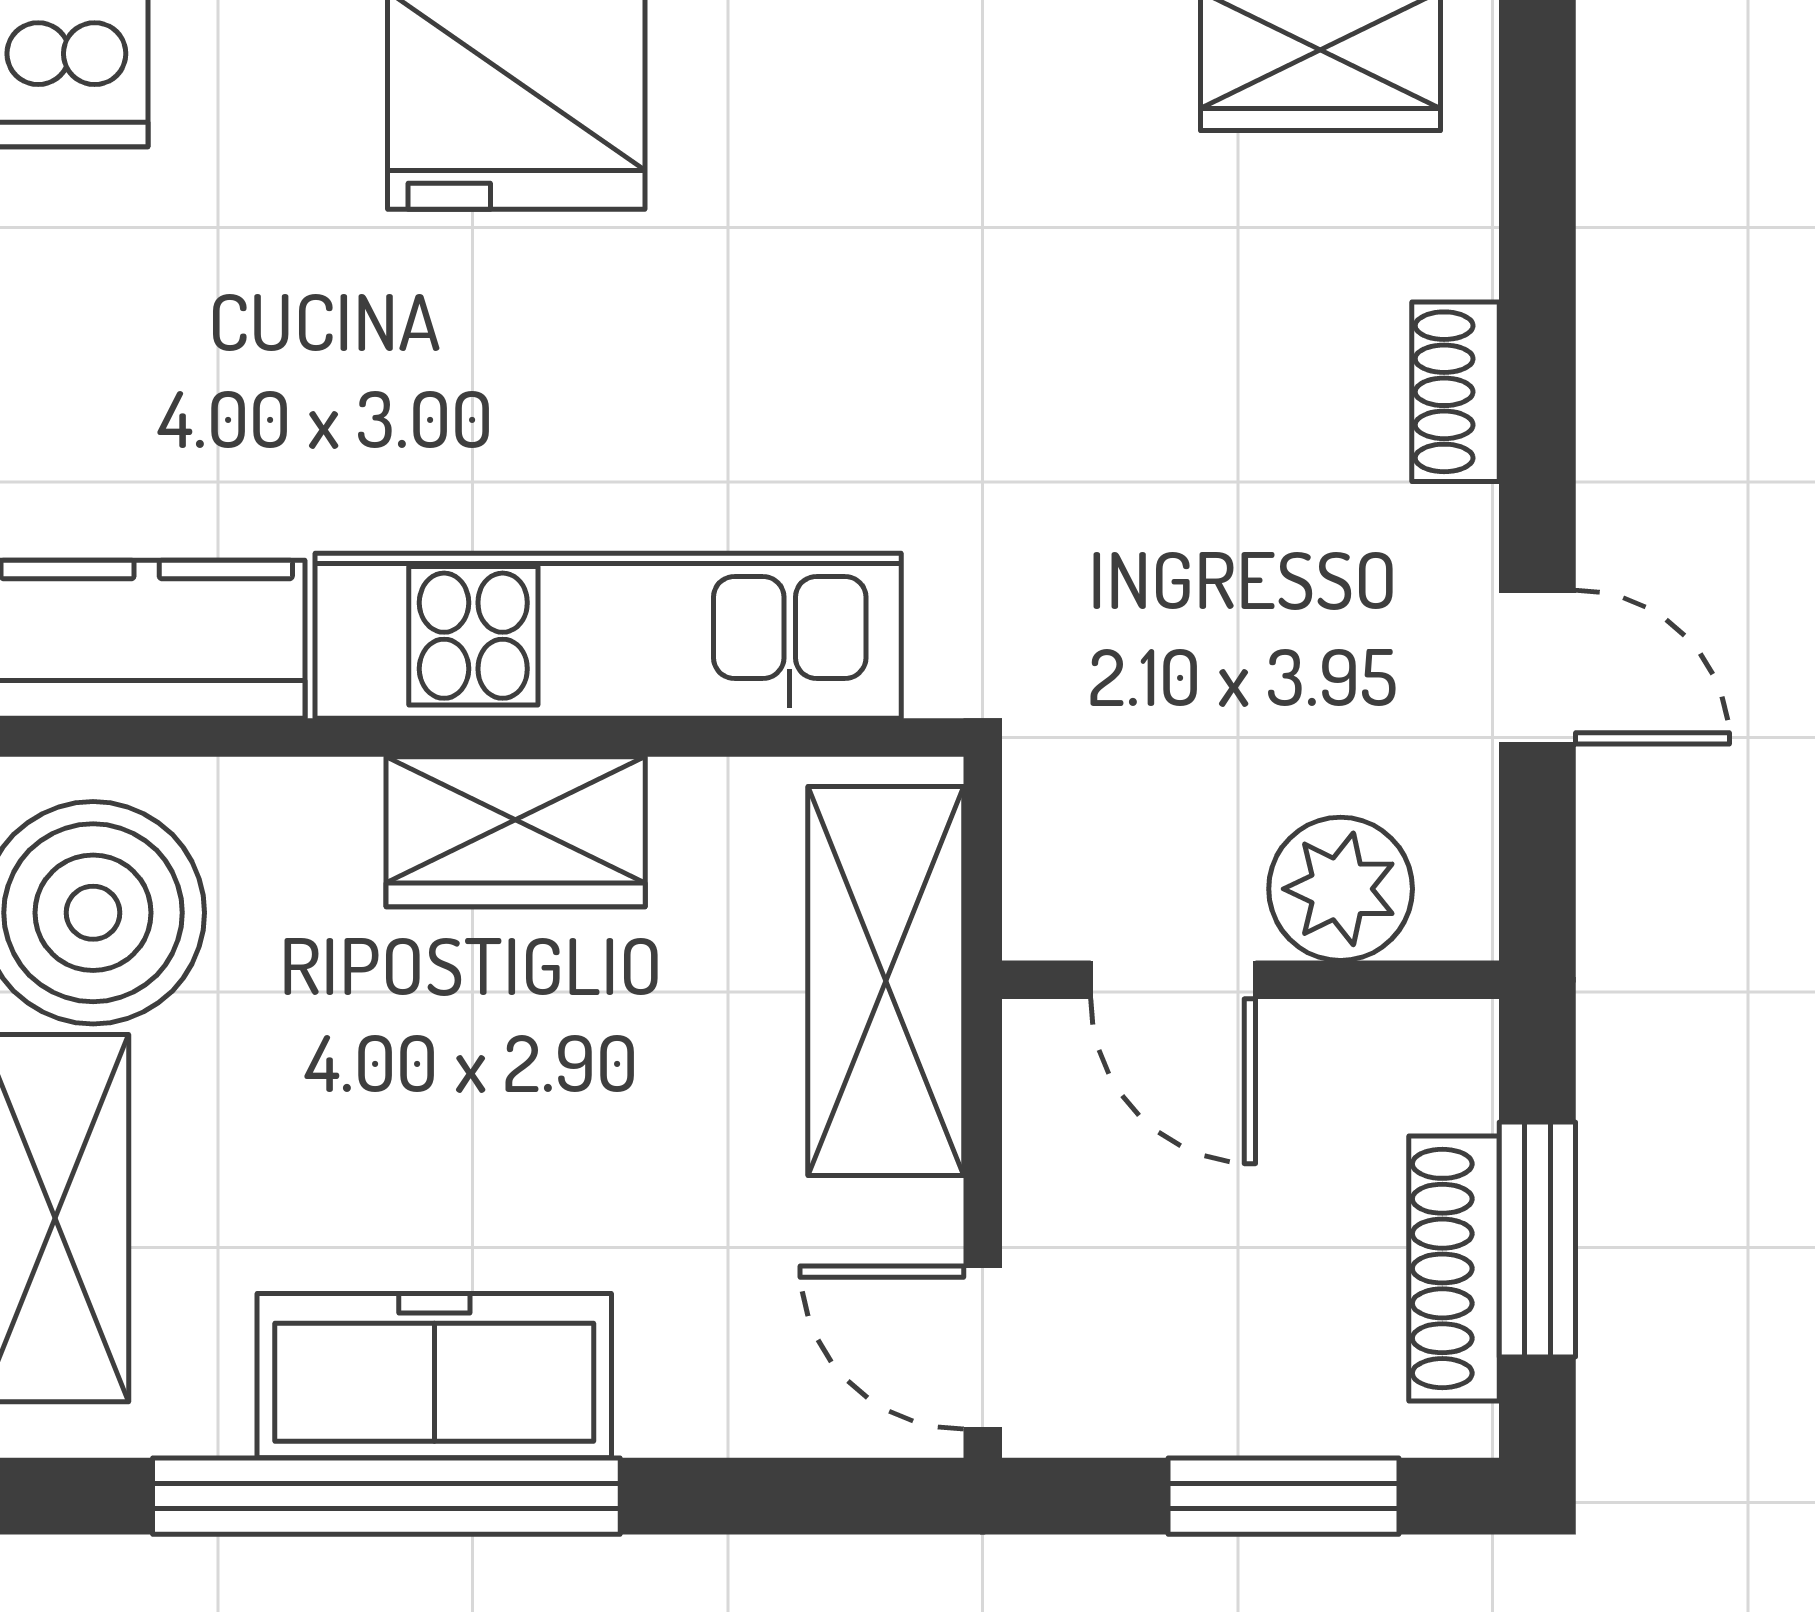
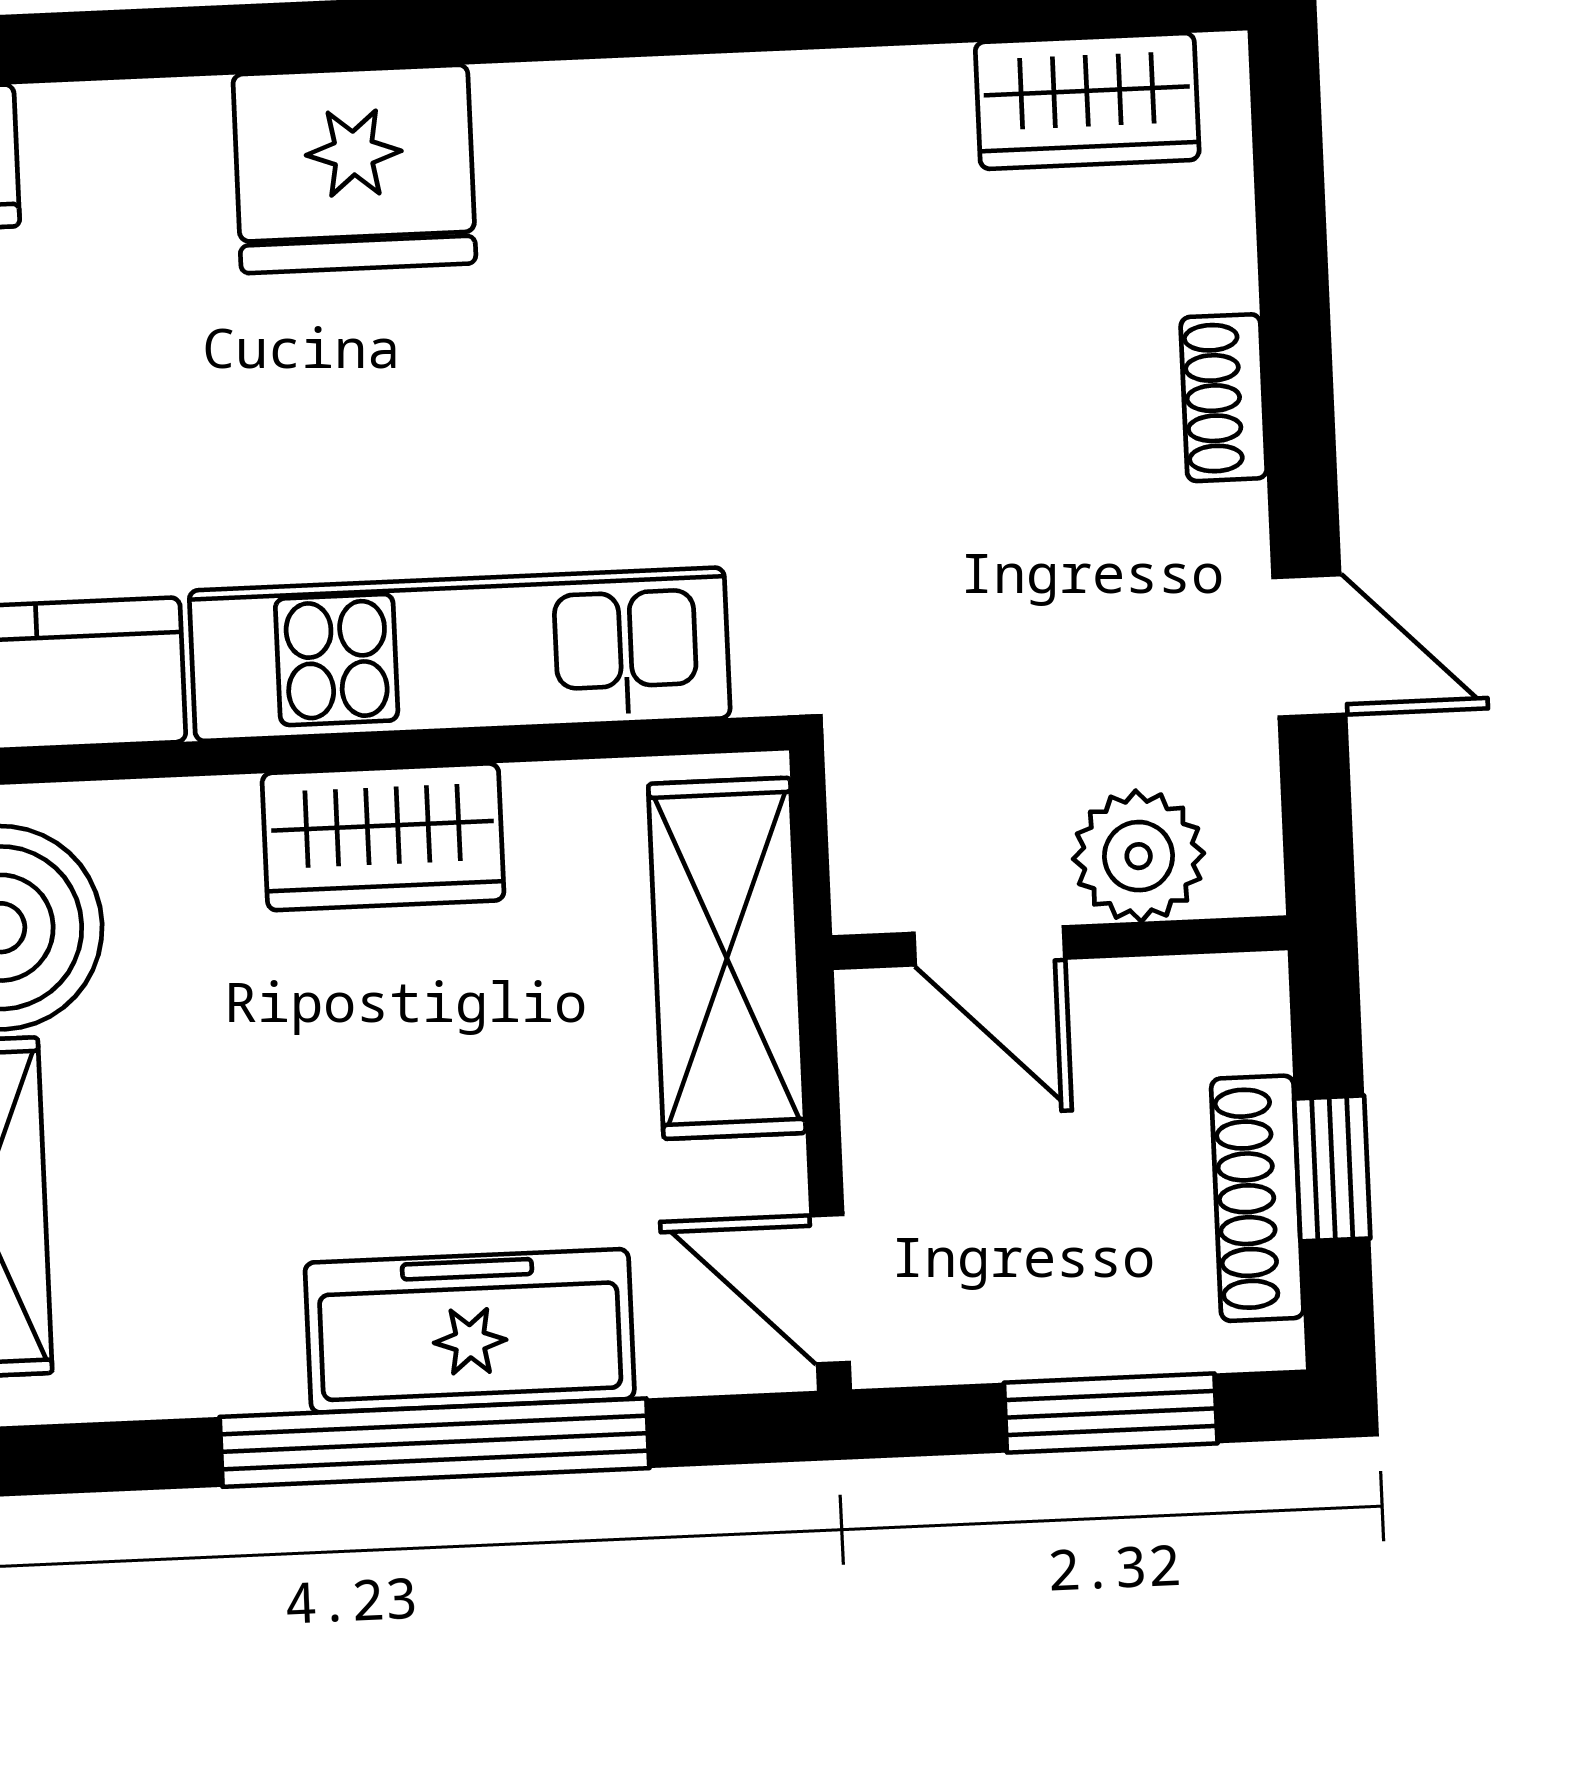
window: (1537, 1240) -> (1332, 1168), width x0.67
freezer: (434, 1376) -> (470, 1331), moved
window: (386, 1496) -> (434, 1443), moved

